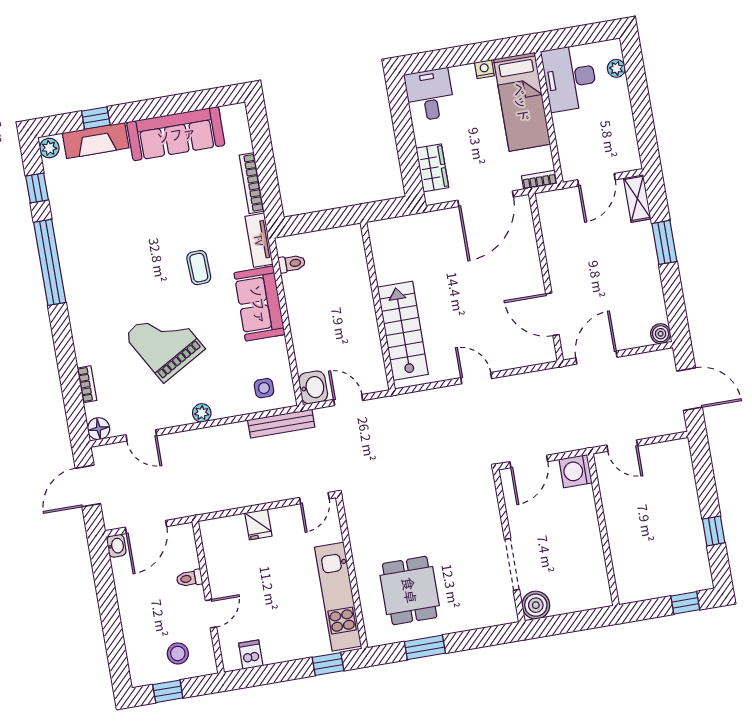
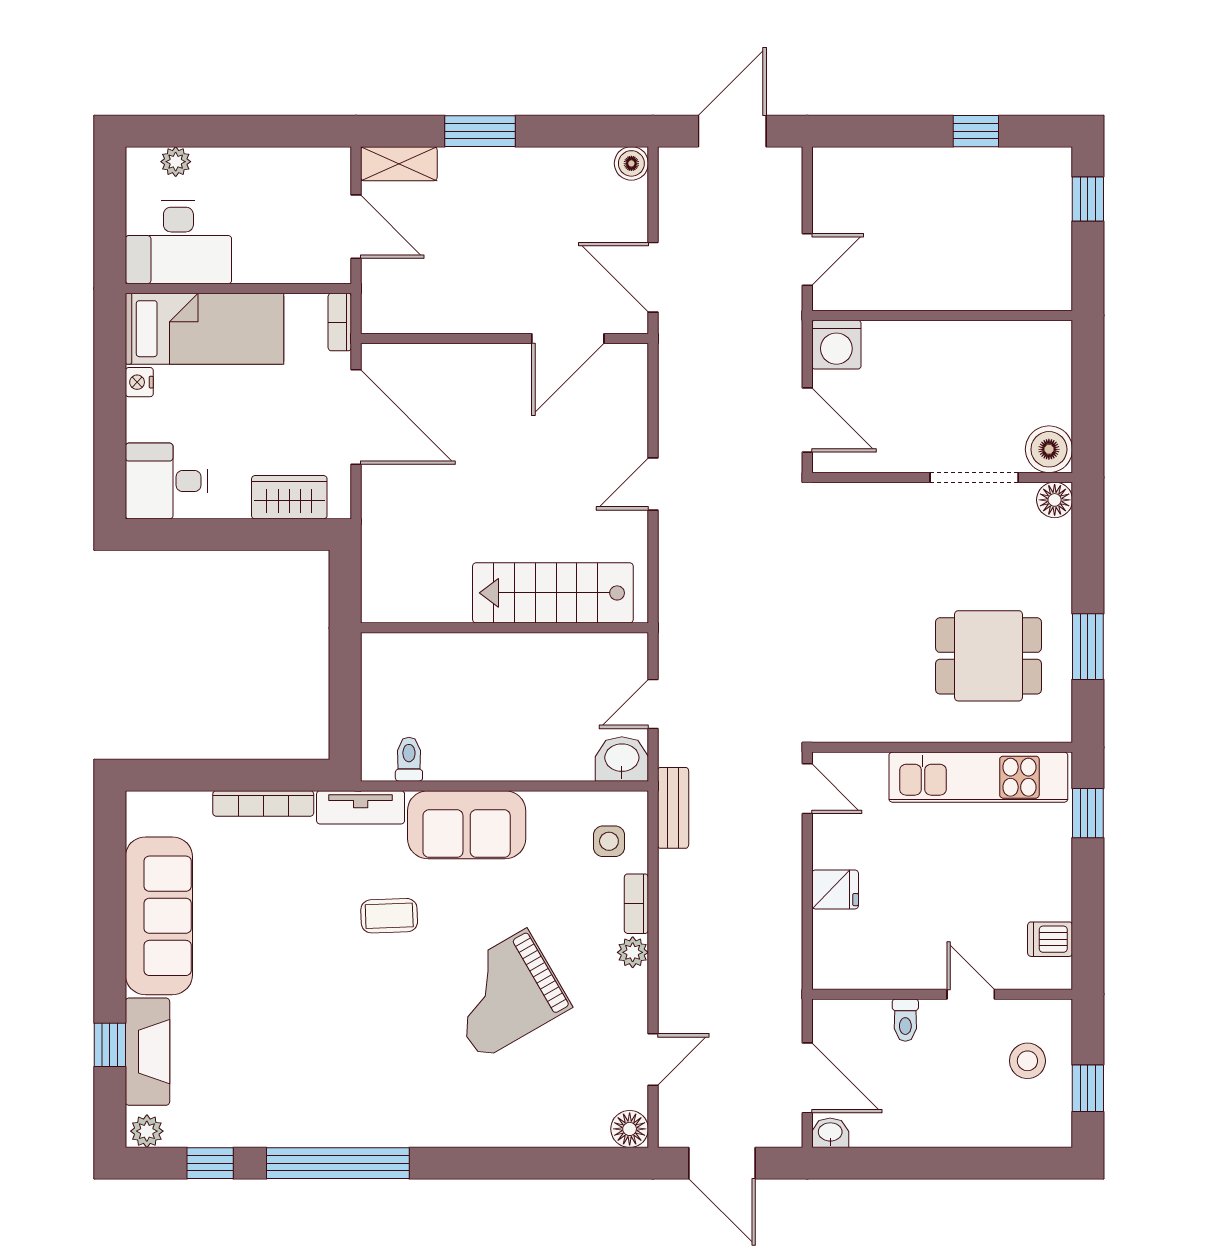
bookcase: (87, 384) -> (636, 904), moved, turned -90
bench: (281, 424) -> (673, 808), width x0.73
floor lamp: (507, 613) -> (1055, 500), added

